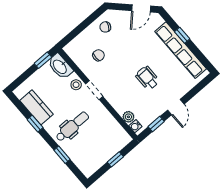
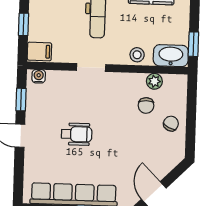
chair: (105, 27) -> (171, 124), moved
doorway: (94, 90) -> (91, 67), moved
plant: (128, 117) -> (154, 81), moved
filing cabinet: (122, 138) -> (39, 51), added

